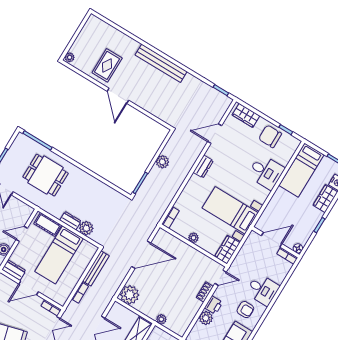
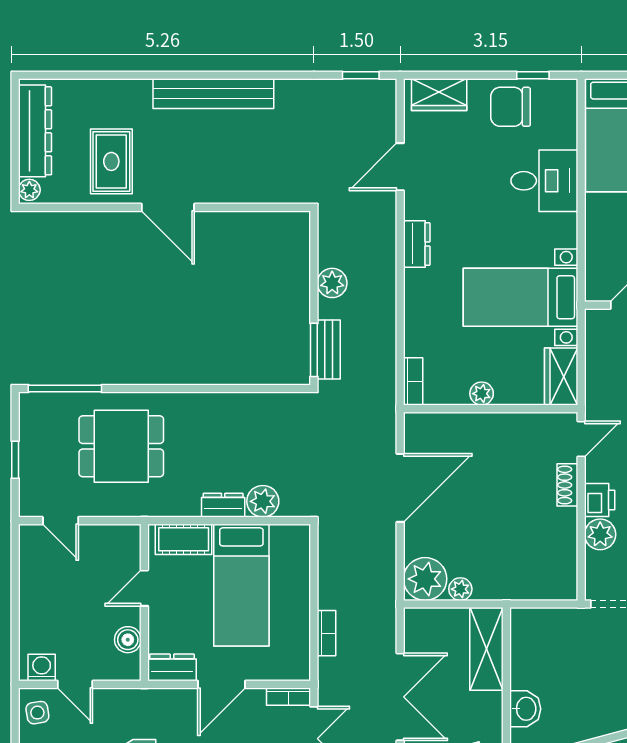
dresser: (85, 36) -> (35, 131), added
bench: (96, 268) -> (329, 350), moved, width x0.73
plant: (161, 319) -> (460, 589), moved

